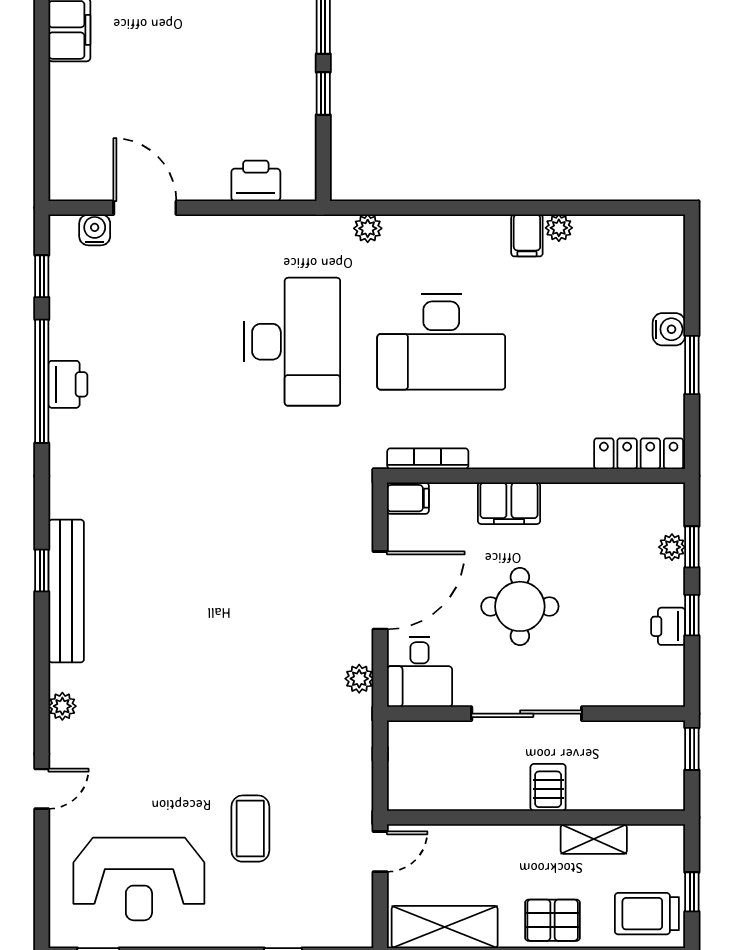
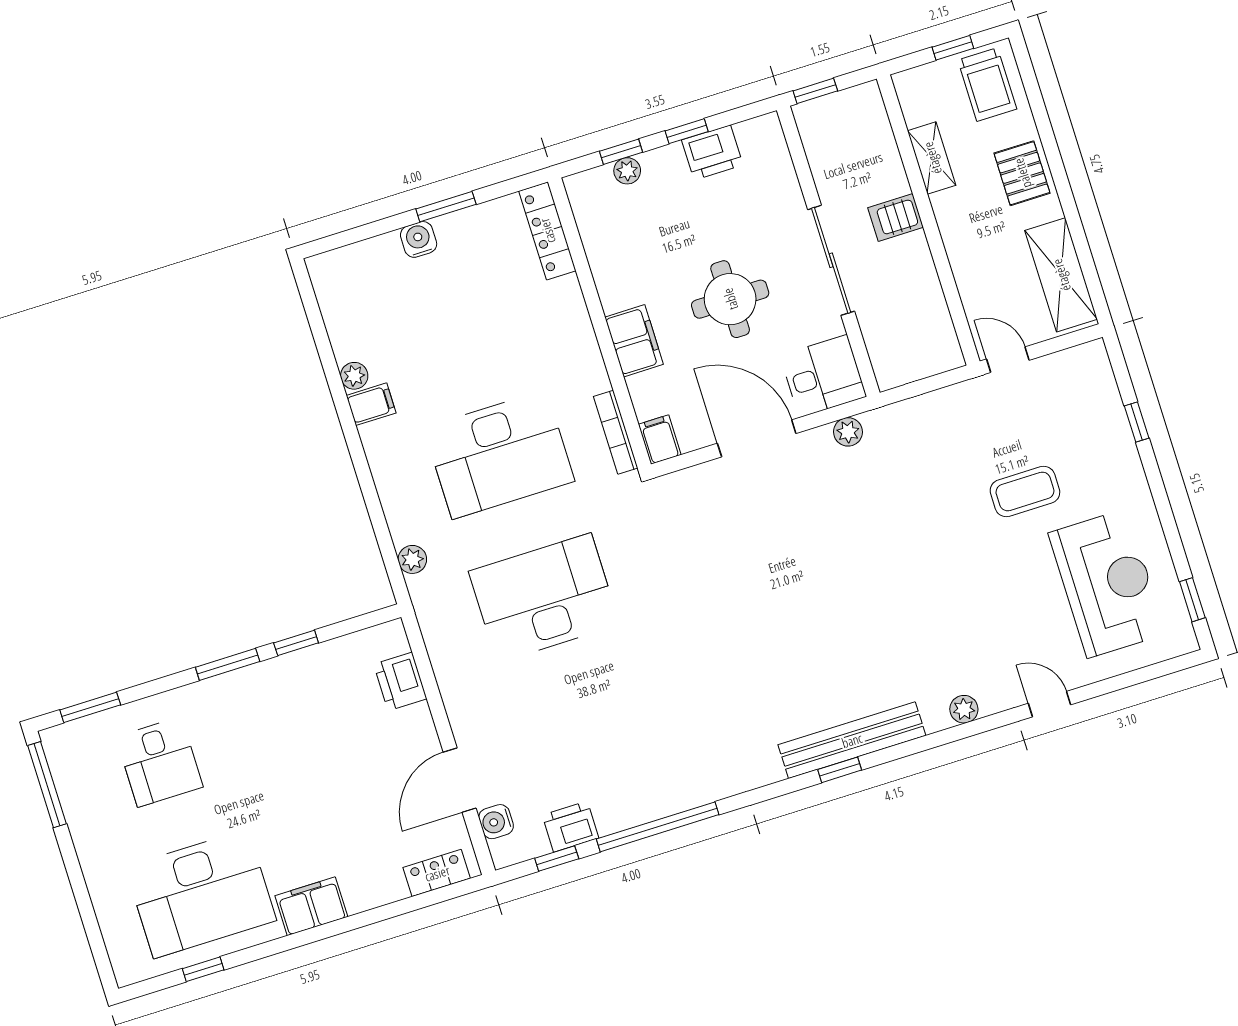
locker: (64, 158) -> (437, 873), added
desk: (441, 342) -> (499, 455), turned 90
printer: (68, 384) -> (570, 827), moved
printer: (668, 626) -> (712, 152), width x1.36, depth x1.24

